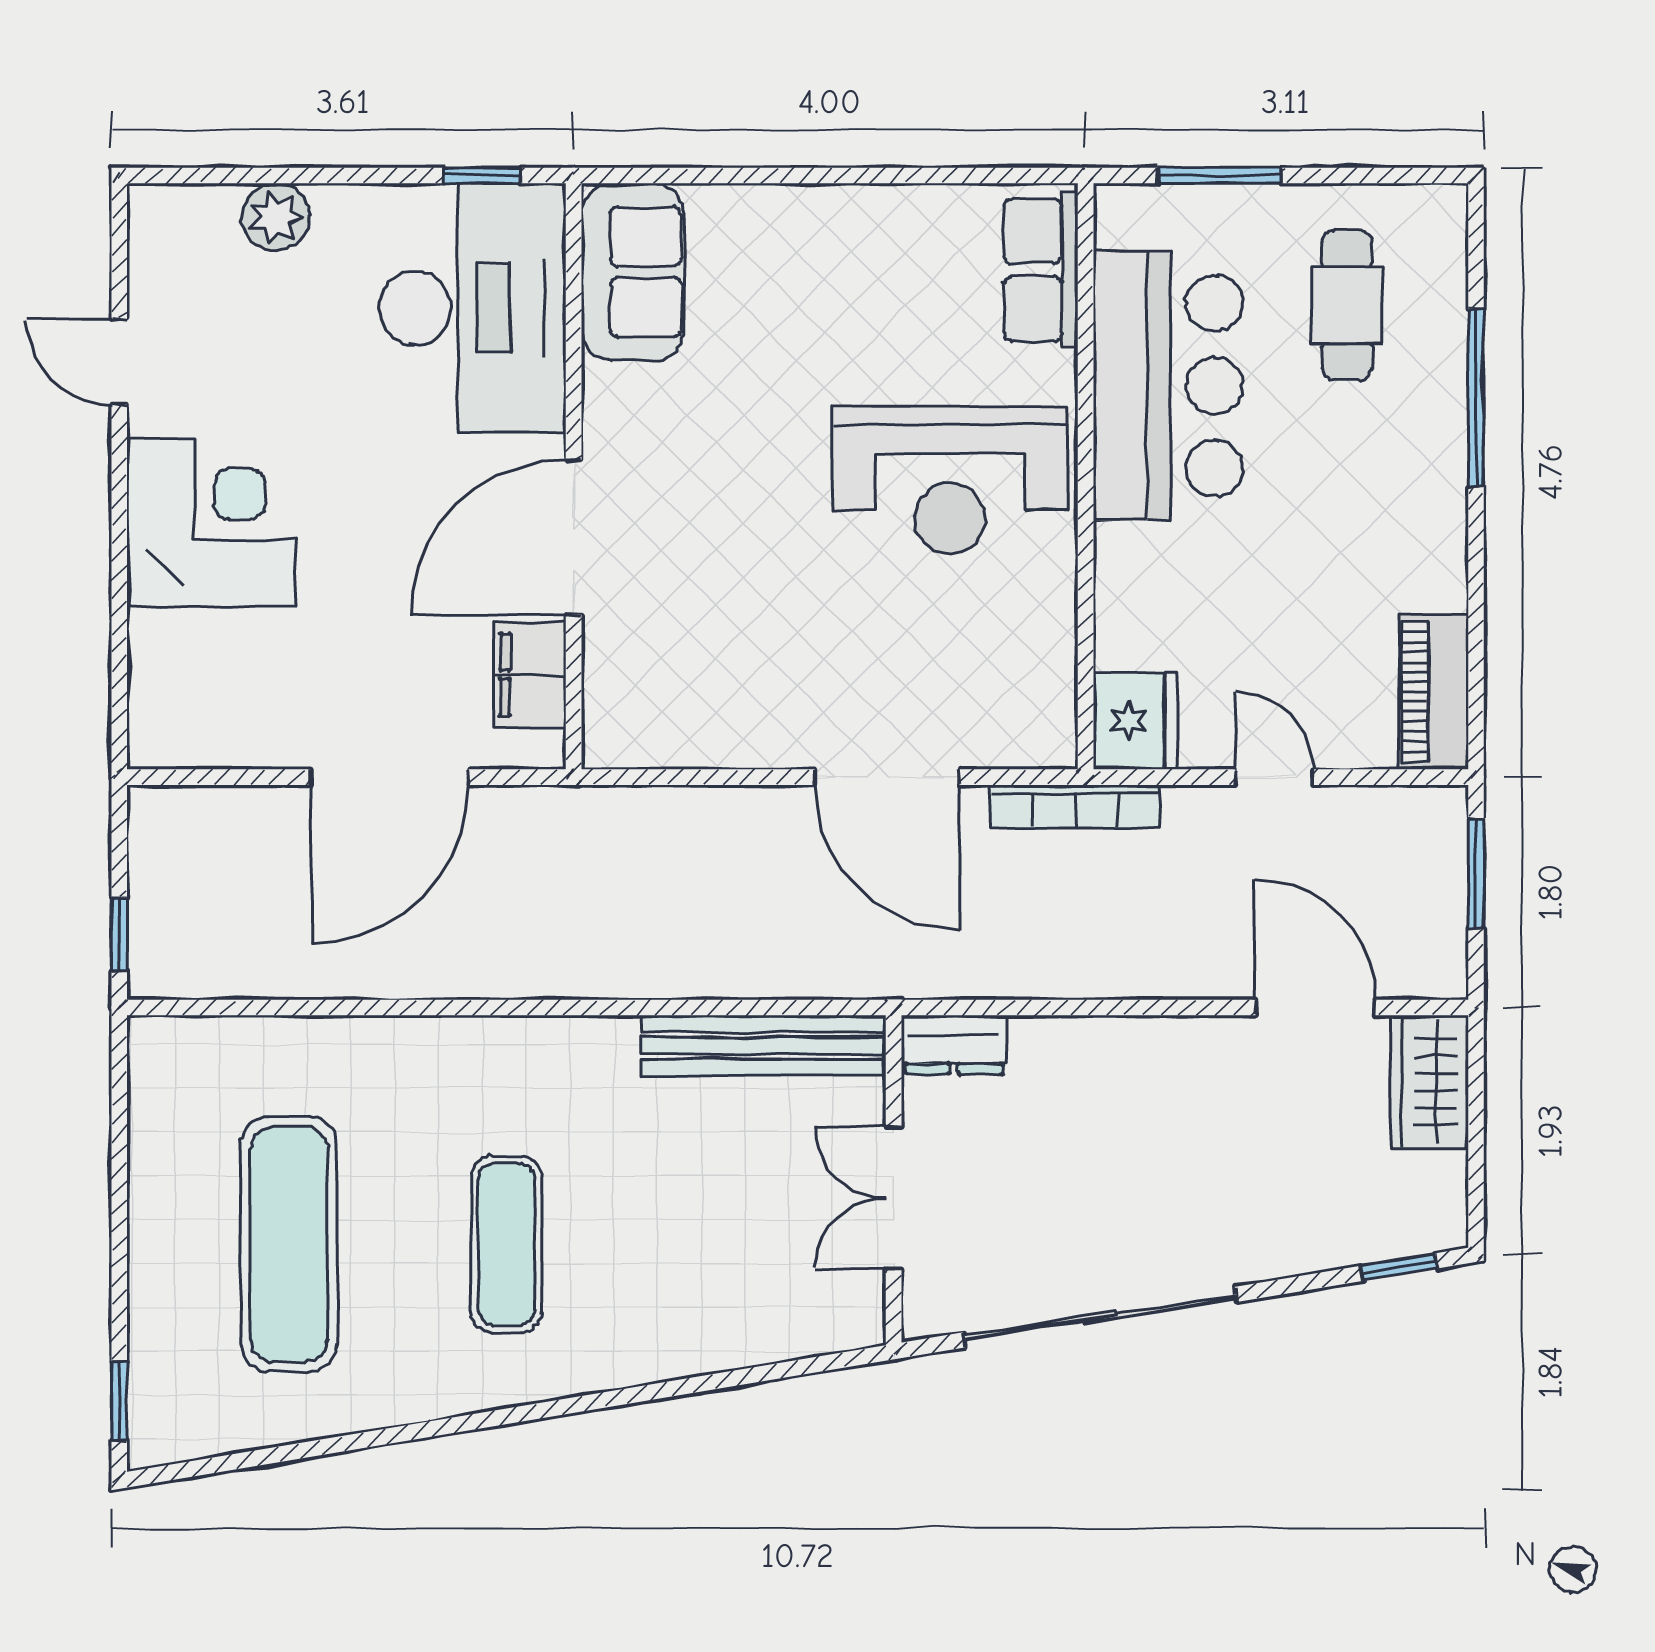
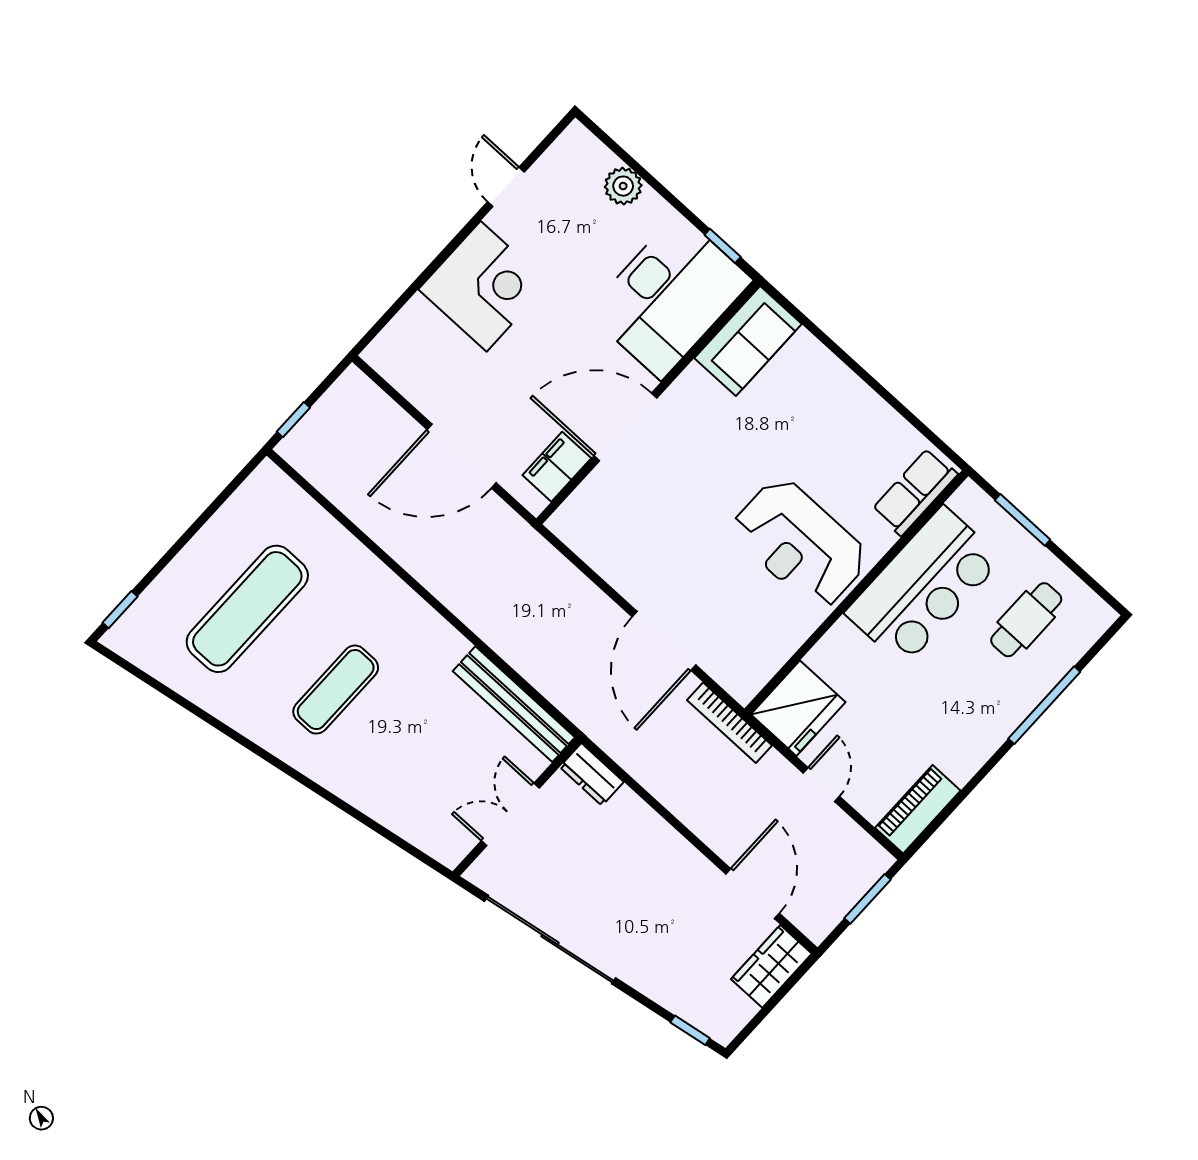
fridge: (1135, 721) -> (798, 708), width x1.36, depth x1.34

